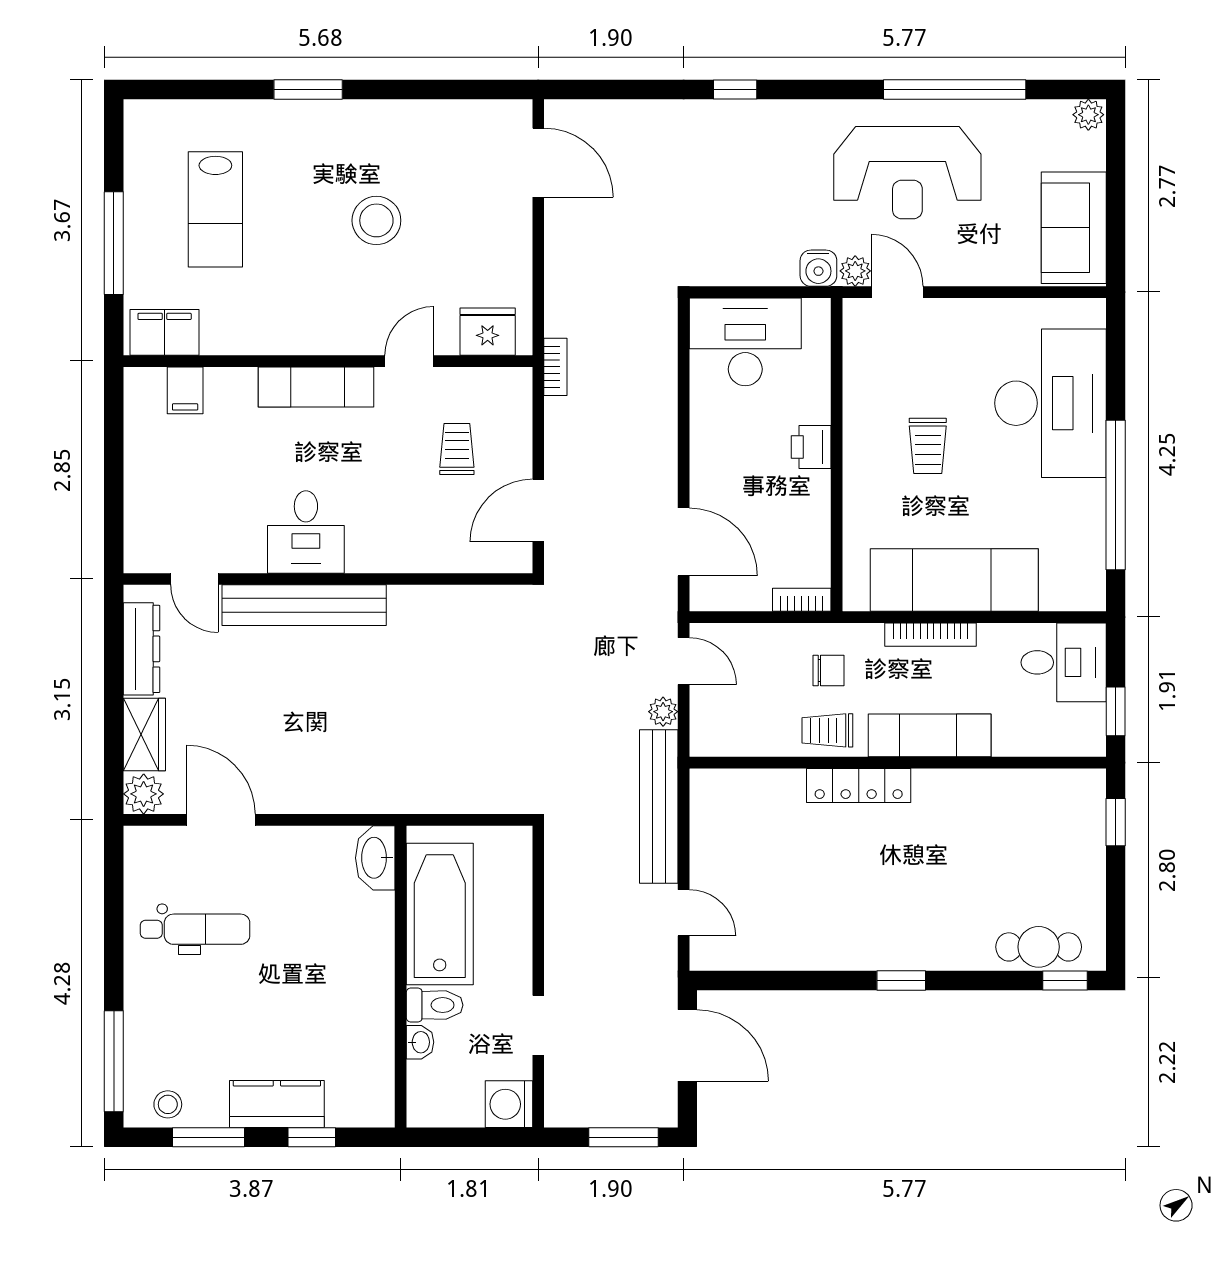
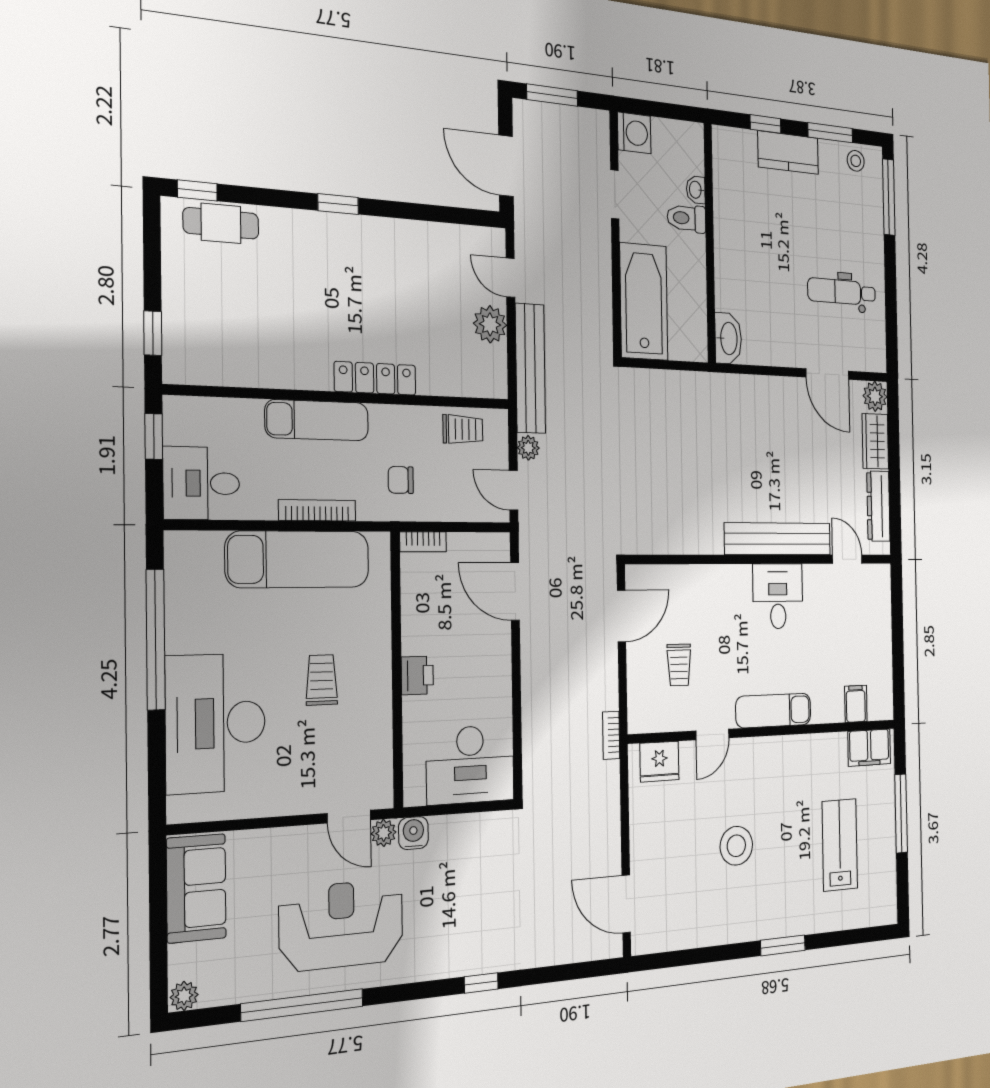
trolley: (827, 730) -> (463, 429), moved
plant: (711, 856) -> (490, 324), added
bathtub: (440, 914) -> (644, 302), moved, turned 180

